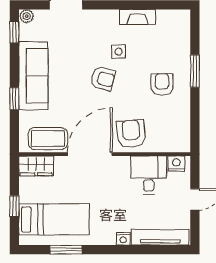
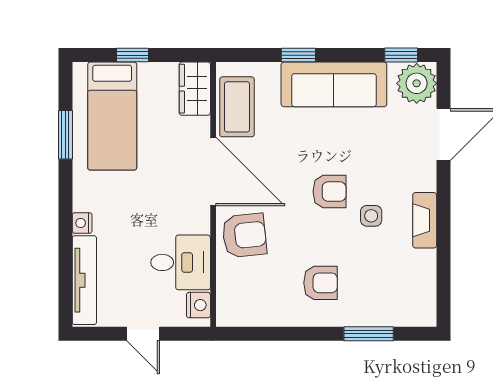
plant: (27, 16) -> (417, 83), width x1.88, depth x1.88
fireplace: (138, 17) -> (425, 220), moved
window: (195, 71) -> (369, 334), moved
armchair: (103, 79) -> (329, 192), turned -104

